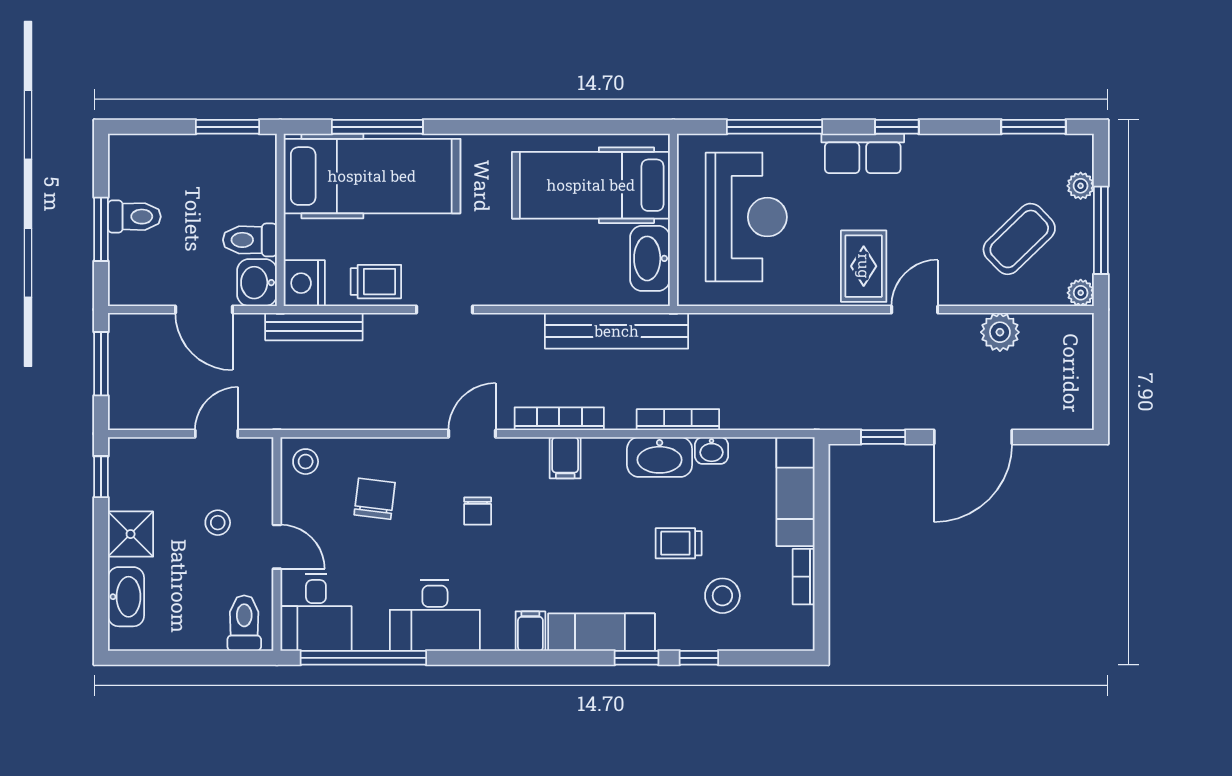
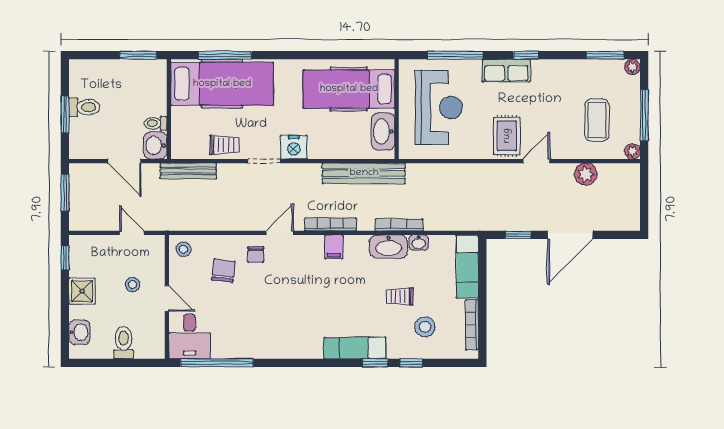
plant: (1081, 186) -> (632, 67), moved
coffee table: (1019, 239) -> (597, 120), turned -46
toilet: (250, 240) -> (156, 123), width x0.73, depth x0.72
nightstand: (304, 283) -> (294, 147), moved, turned -90
door: (217, 434) -> (132, 233), hinge flipped
chair: (478, 511) -> (256, 254), moved
bookcase: (804, 577) -> (472, 325), width x1.56
washbasin: (126, 597) -> (79, 332), width x0.72
desk: (435, 615) -> (258, 338), removed
toilet: (244, 623) -> (124, 343), moved
filing cabinet: (530, 631) -> (314, 347), removed

